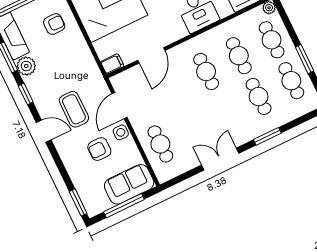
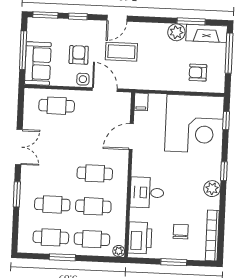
armchair: (54, 24) -> (198, 73), turned 90
door: (151, 55) -> (131, 137), hinge flipped
window: (26, 94) -> (78, 16), moved

